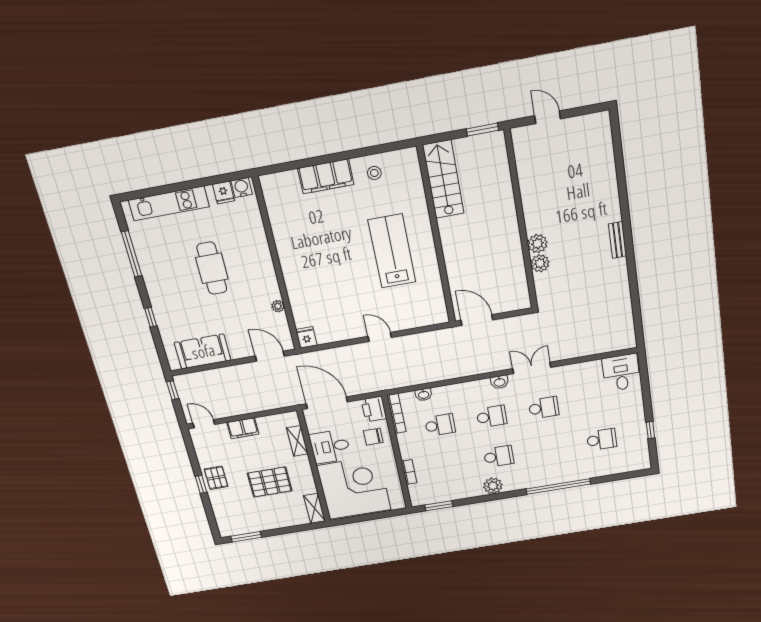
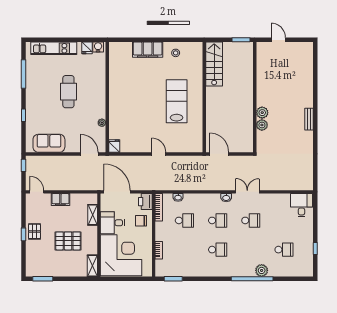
plant: (493, 486) -> (262, 270), moved

